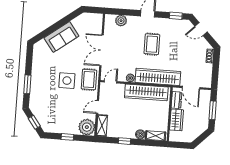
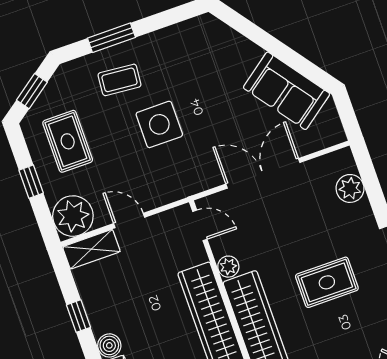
sofa: (61, 37) -> (287, 91), moved
rug: (89, 80) -> (68, 141), moved, turned 90
coffee table: (44, 88) -> (120, 80), added

